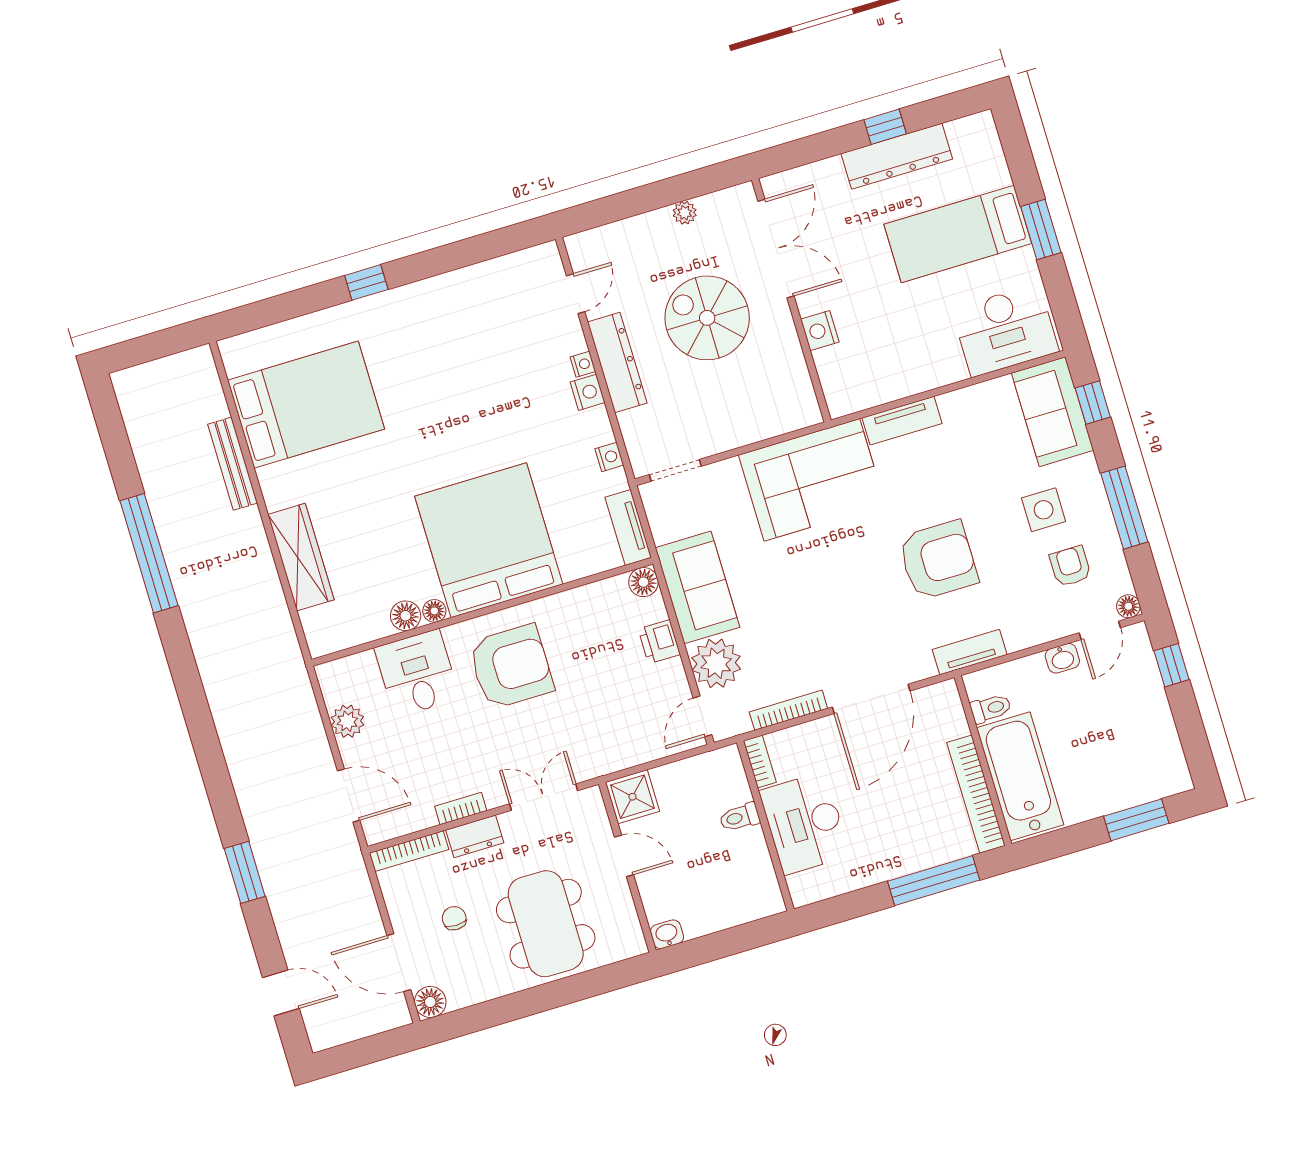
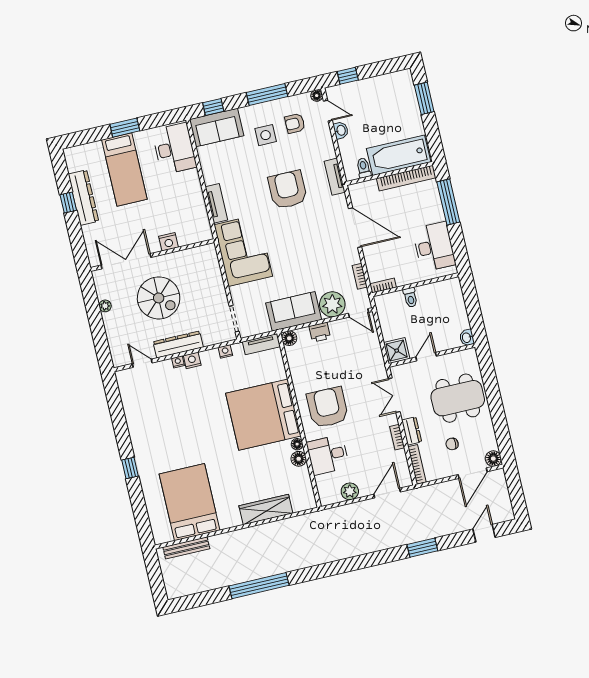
spiral stairs: (707, 318) -> (159, 298), turned -90
bench: (233, 464) -> (186, 548), moved
bookcase: (788, 710) -> (360, 276), width x0.64
desk: (805, 823) -> (434, 247), moved, turned -90

